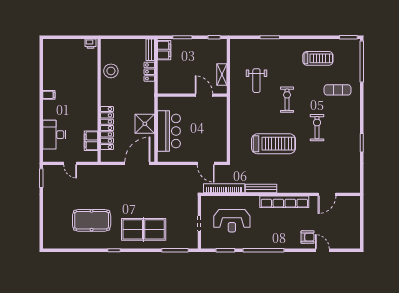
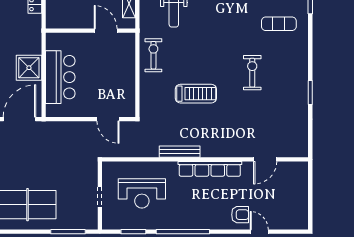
exercise bike: (287, 100) -> (153, 55), moved
treadmill: (274, 144) -> (196, 94), width x0.73, depth x0.73
bookcase: (224, 188) -> (132, 151), removed

